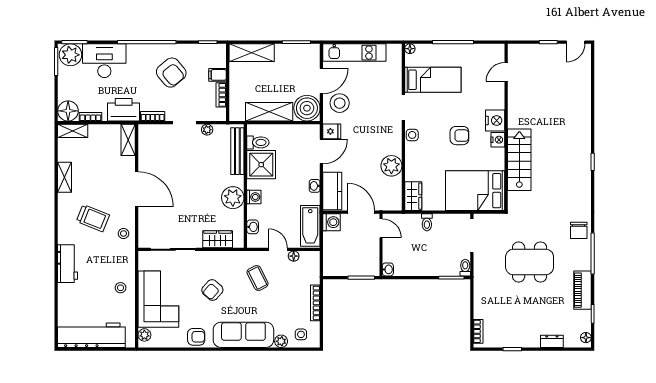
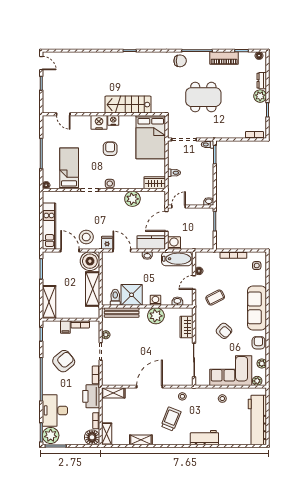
dining table: (530, 262) -> (203, 97), turned 90
plant: (531, 339) -> (260, 96), added
plant: (281, 341) -> (262, 364), moved

